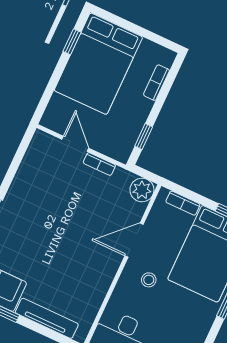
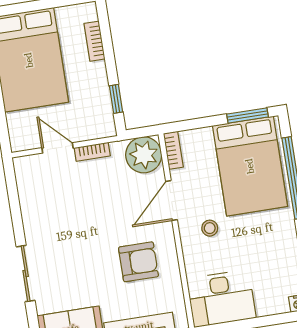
plant: (142, 190) -> (144, 155), width x1.36, depth x1.36
bookcase: (183, 203) -> (173, 150), moved, turned -90
armchair: (79, 269) -> (138, 262), added

